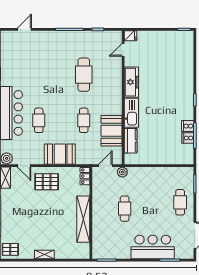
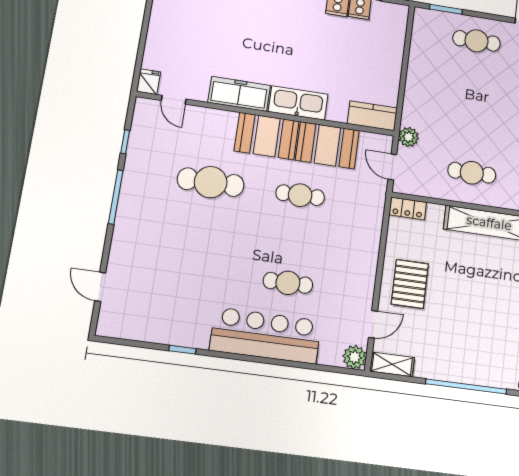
kitchen counter: (131, 141) -> (372, 116), moved
booth: (60, 154) -> (267, 136), moved, turned 90
cafe table: (125, 209) -> (472, 173), moved

